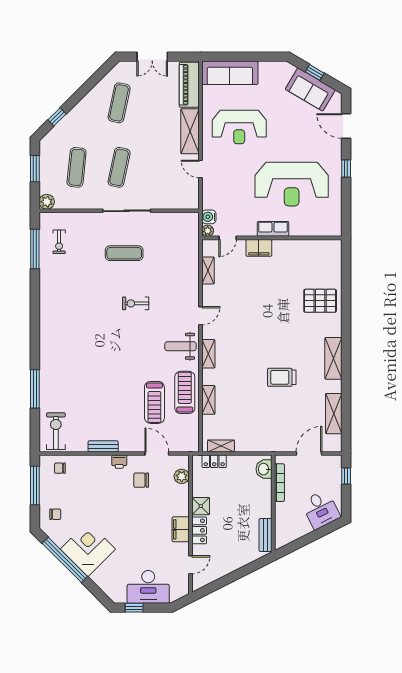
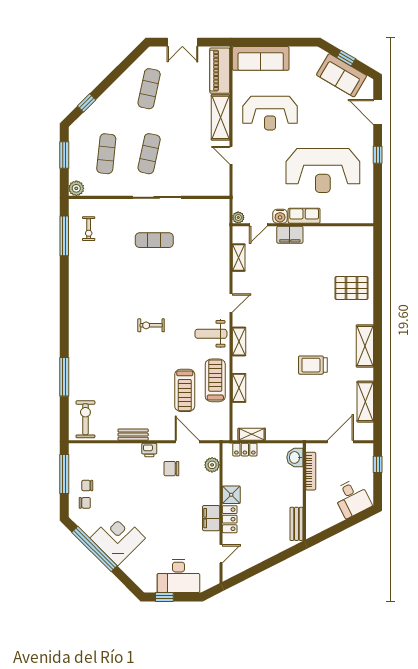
water cooler: (209, 217) -> (280, 216), moved, turned -90
exercise bike: (136, 303) -> (151, 325), moved
chair: (60, 468) -> (87, 486), moved

